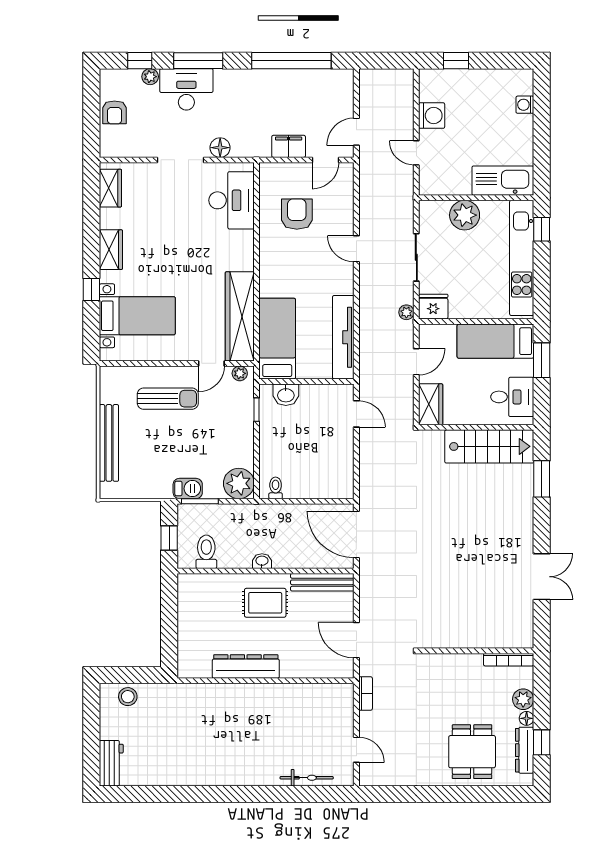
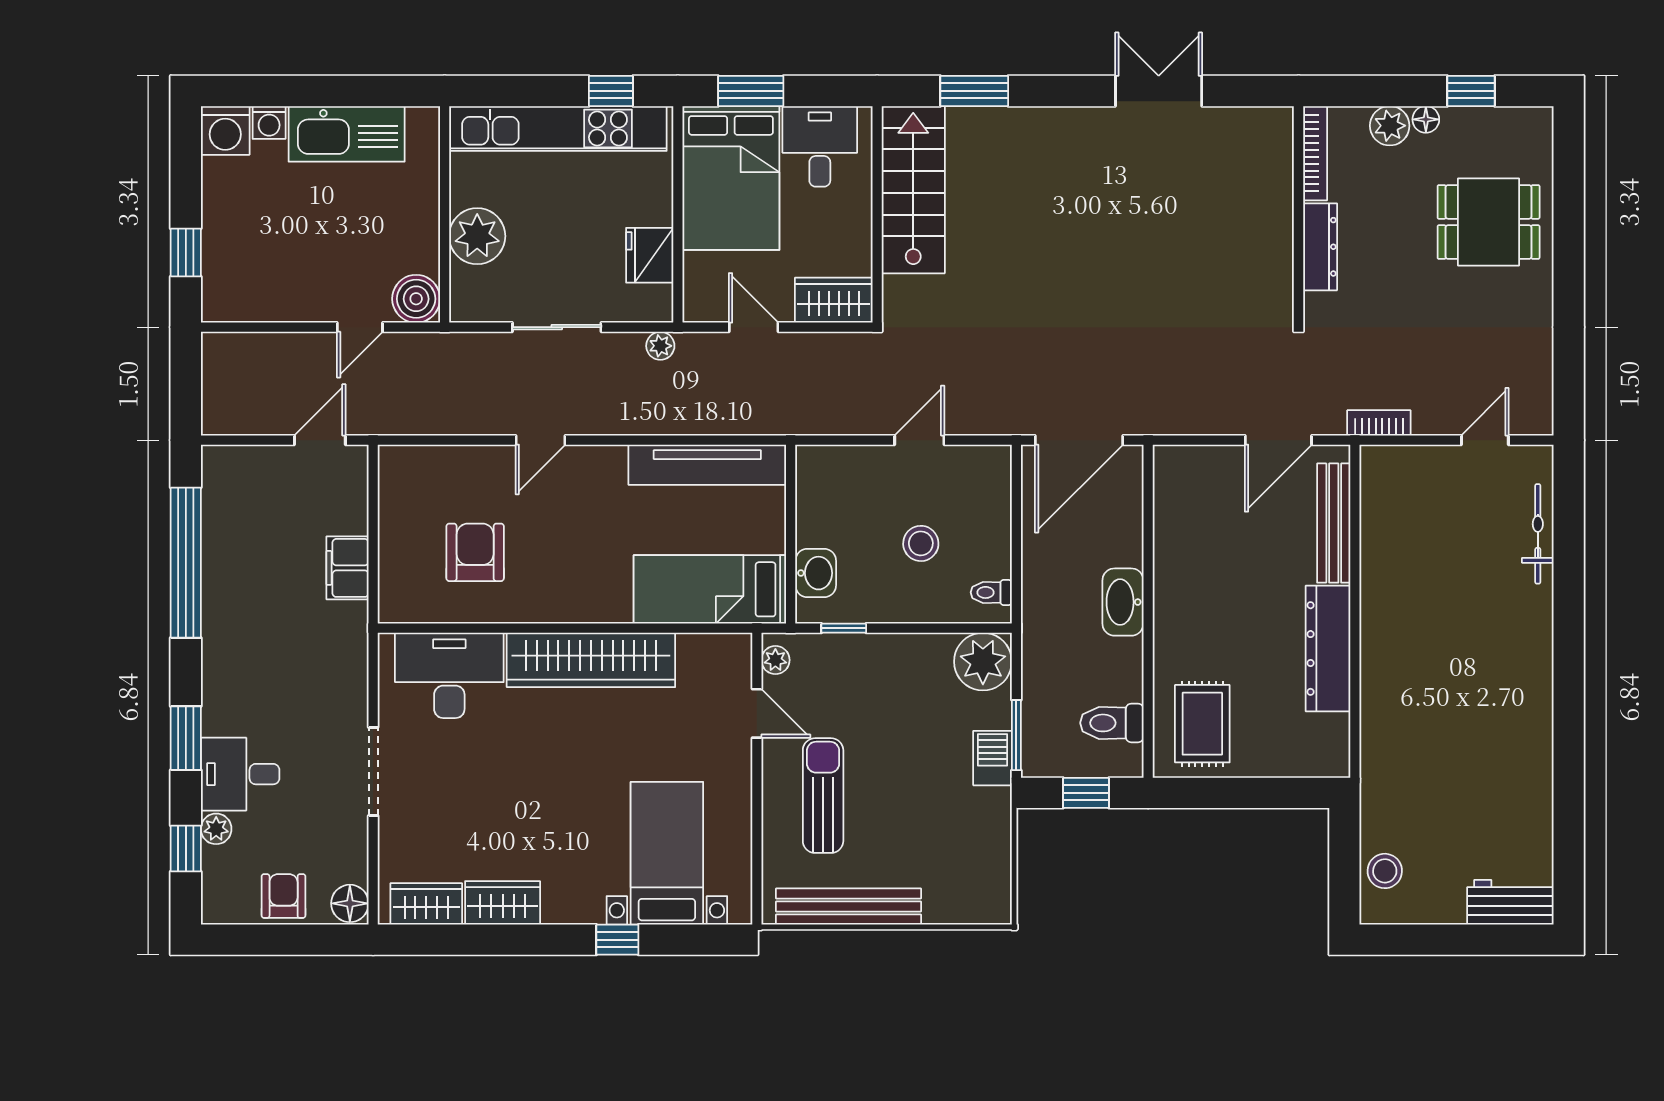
window: (198, 61) -> (186, 738), width x0.69
desk: (186, 89) -> (240, 774), width x0.73
armchair: (115, 112) -> (284, 896), turned -90
washing machine: (432, 116) -> (225, 130), moved, turned 180
door: (356, 132) -> (320, 440), swing flipped
floor lamp: (220, 148) -> (350, 903), moved
door: (325, 160) -> (373, 499), removed
kitchen sink: (503, 181) -> (347, 134), moved, turned -90
boiler: (431, 183) -> (416, 299), added
armchair: (297, 214) -> (475, 552), turned 90
window: (542, 229) -> (611, 91), moved
wardrobe: (111, 250) -> (503, 903), moved
fridge: (433, 307) -> (650, 255), moved
wardrobe: (240, 316) -> (591, 660), moved
bed: (495, 341) -> (731, 178), width x1.50
door: (356, 414) -> (919, 440), moved
bench: (109, 443) -> (849, 907), moved
stool: (302, 450) -> (921, 543), added
washbasin: (262, 561) -> (1123, 602), width x1.91, depth x1.45
bench: (322, 582) -> (1334, 523), moved
rug: (265, 603) -> (1202, 724), moved
dresser: (525, 750) -> (1320, 247), moved, turned -90

